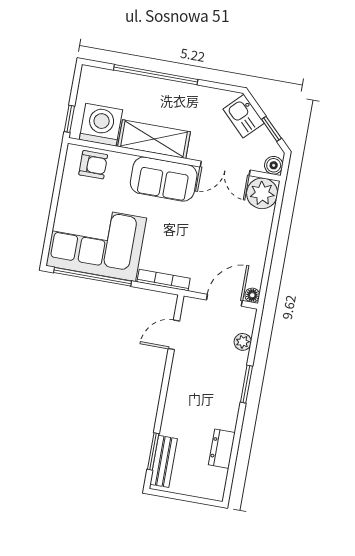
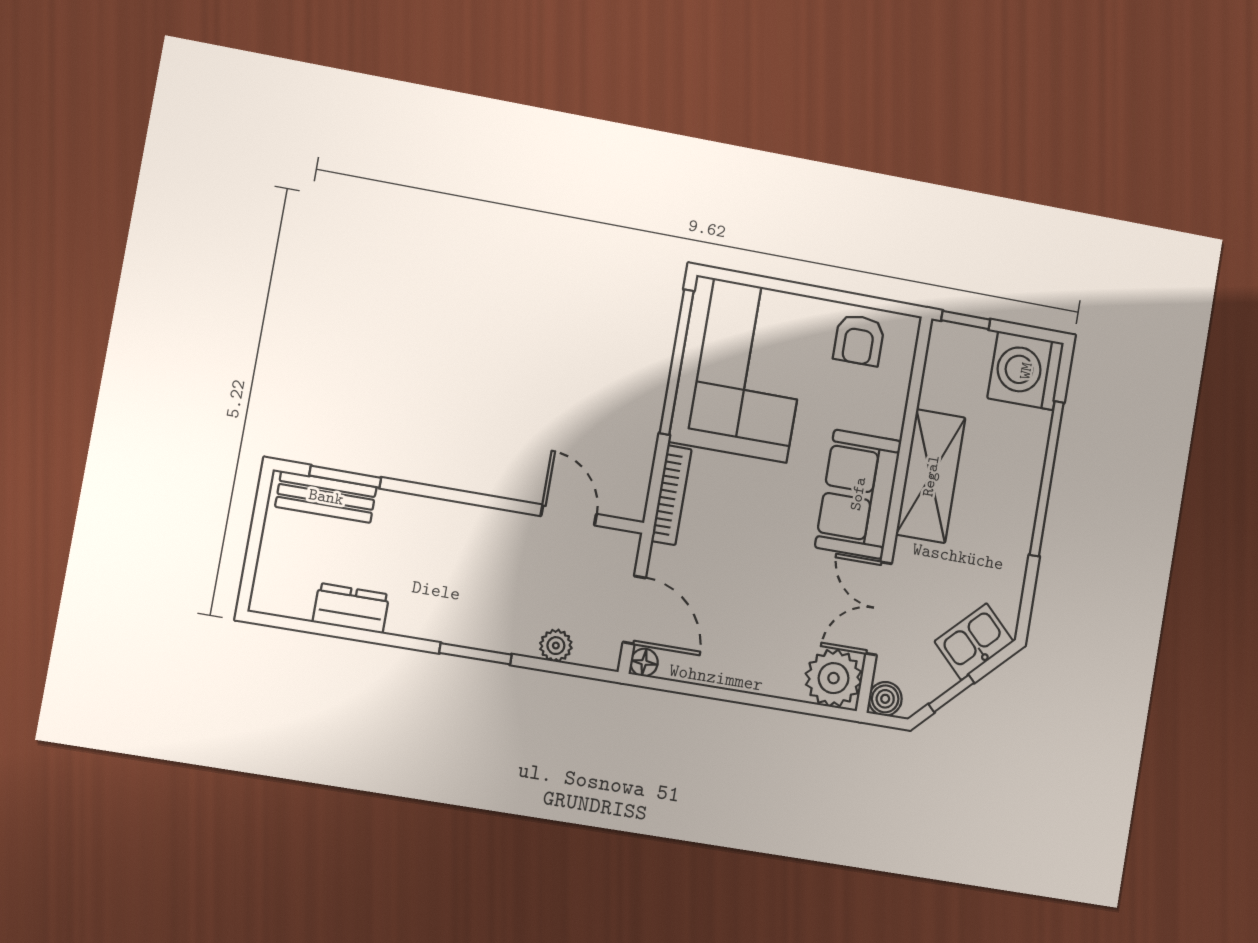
washing machine: (101, 125) -> (1026, 371), moved, turned 180
armchair: (93, 165) -> (859, 340), moved

